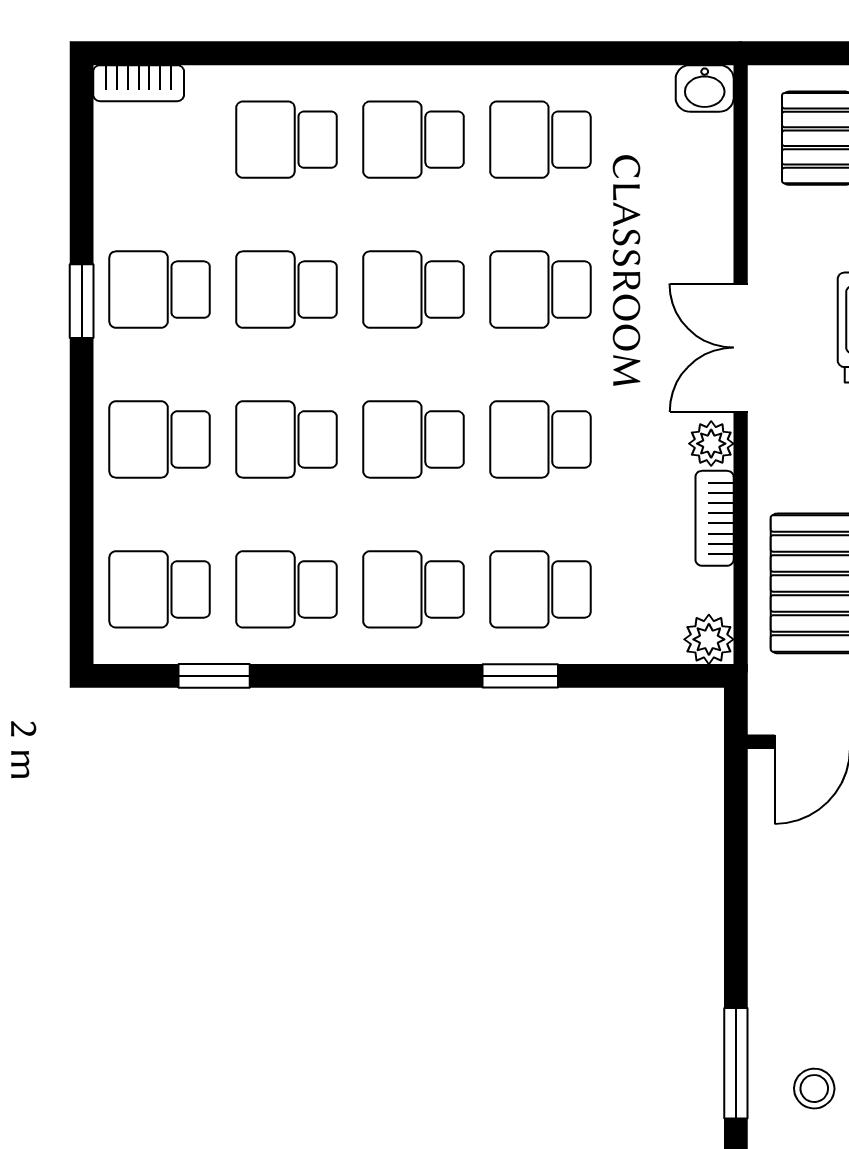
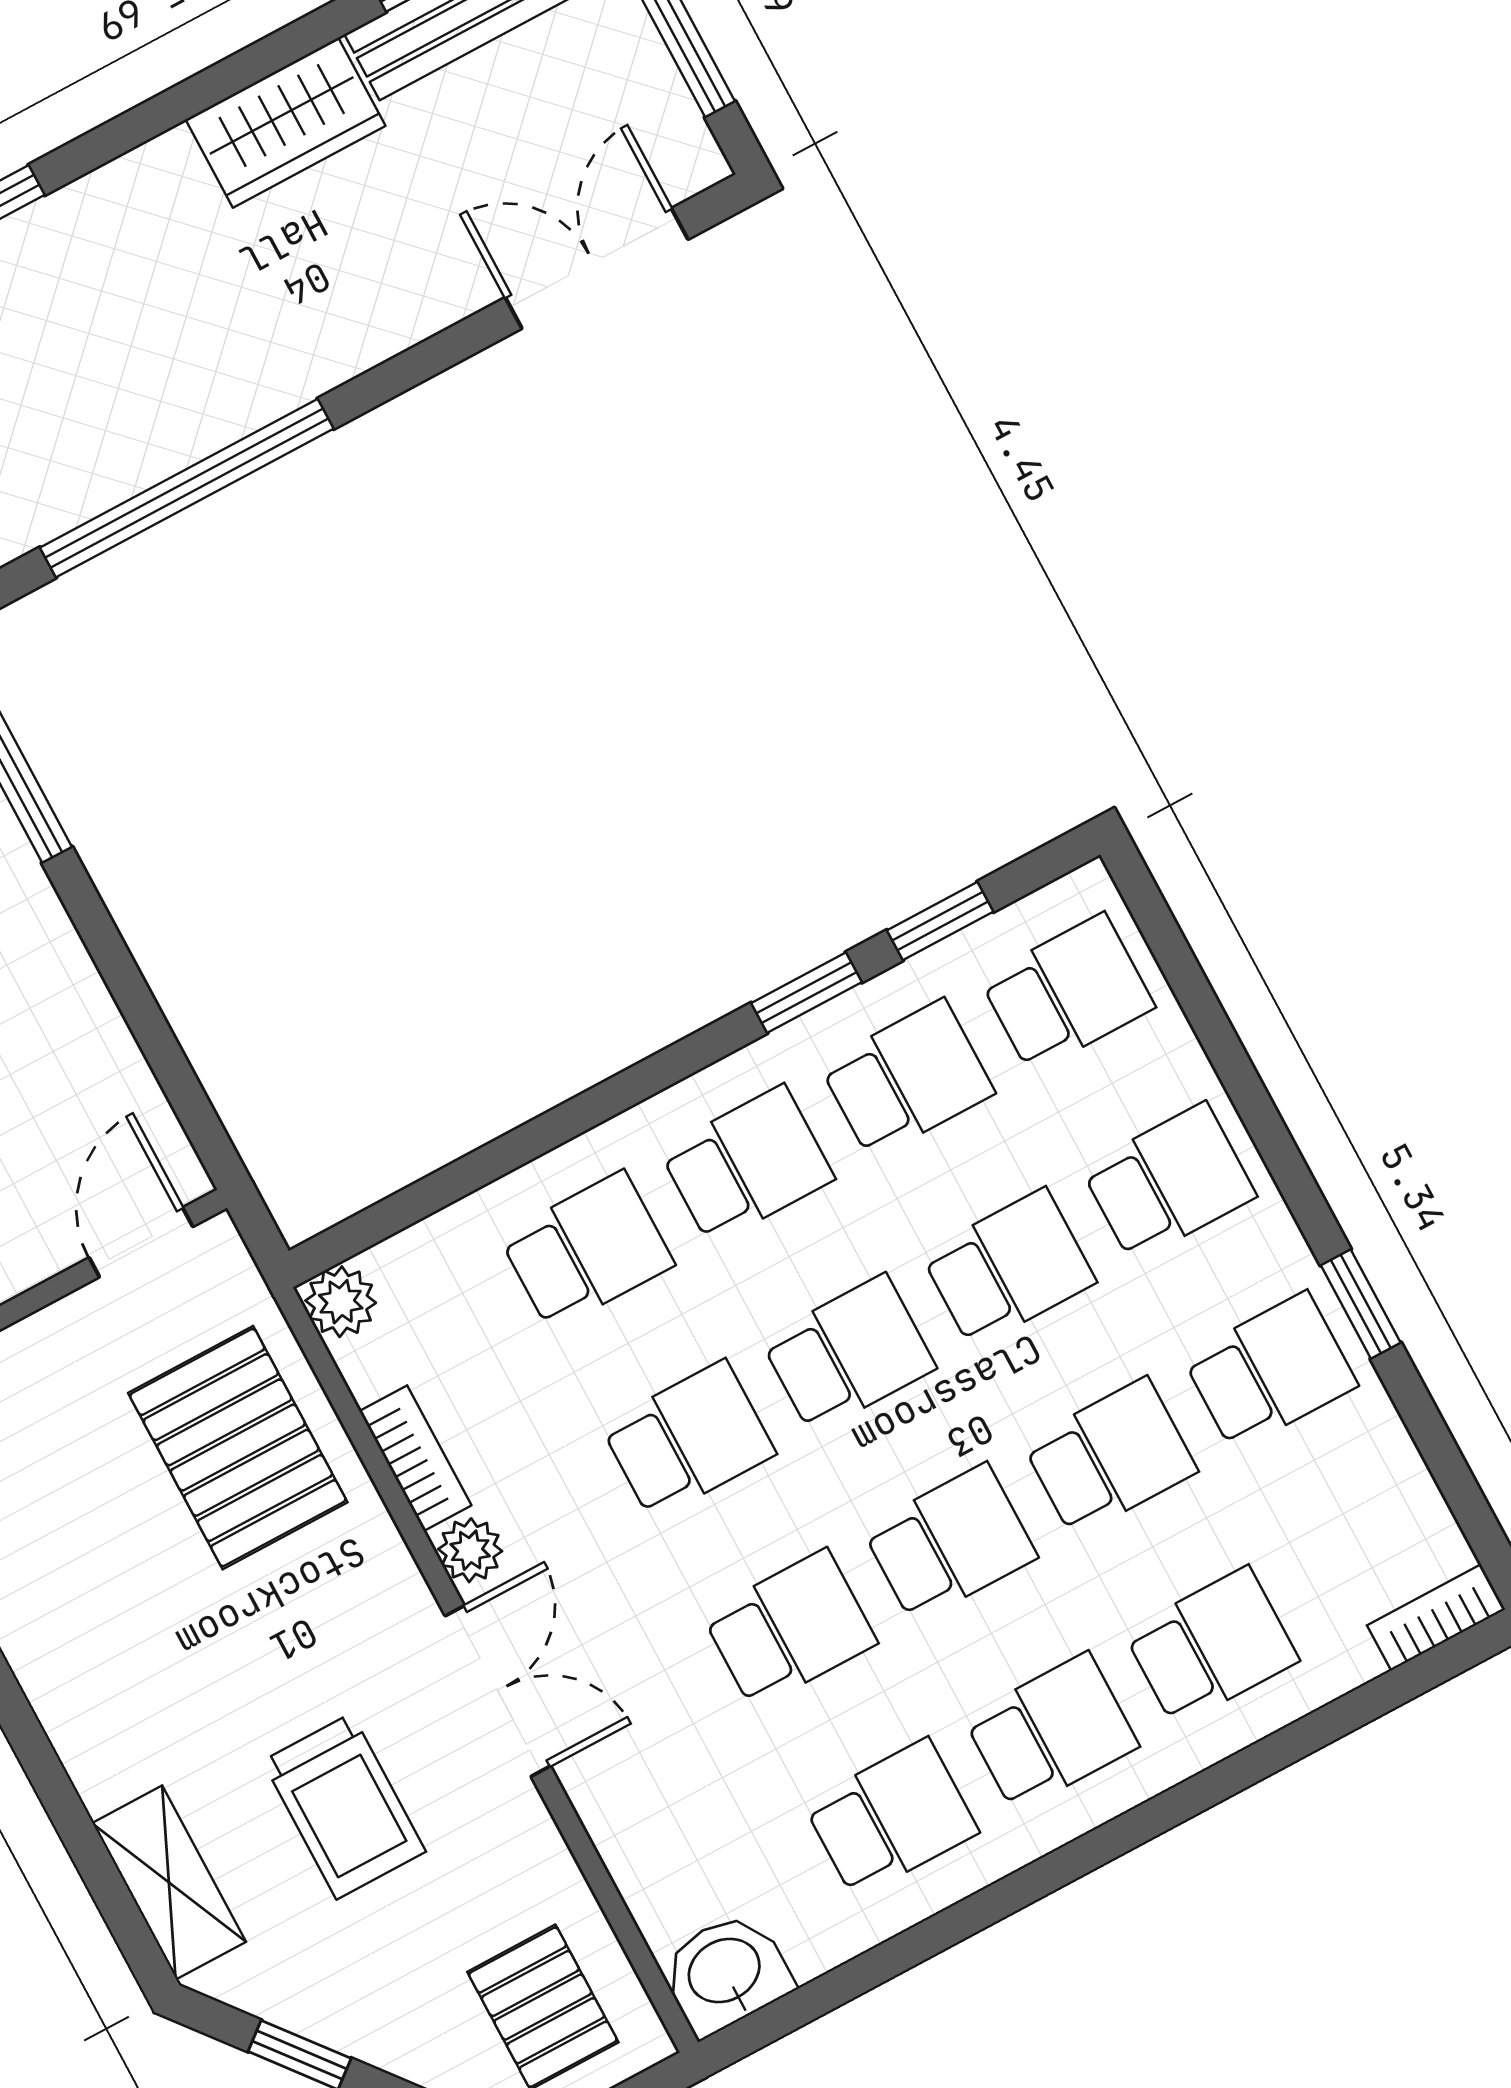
washbasin: (705, 88) -> (725, 1973), width x1.38, depth x1.45
window: (520, 676) -> (807, 993), moved

